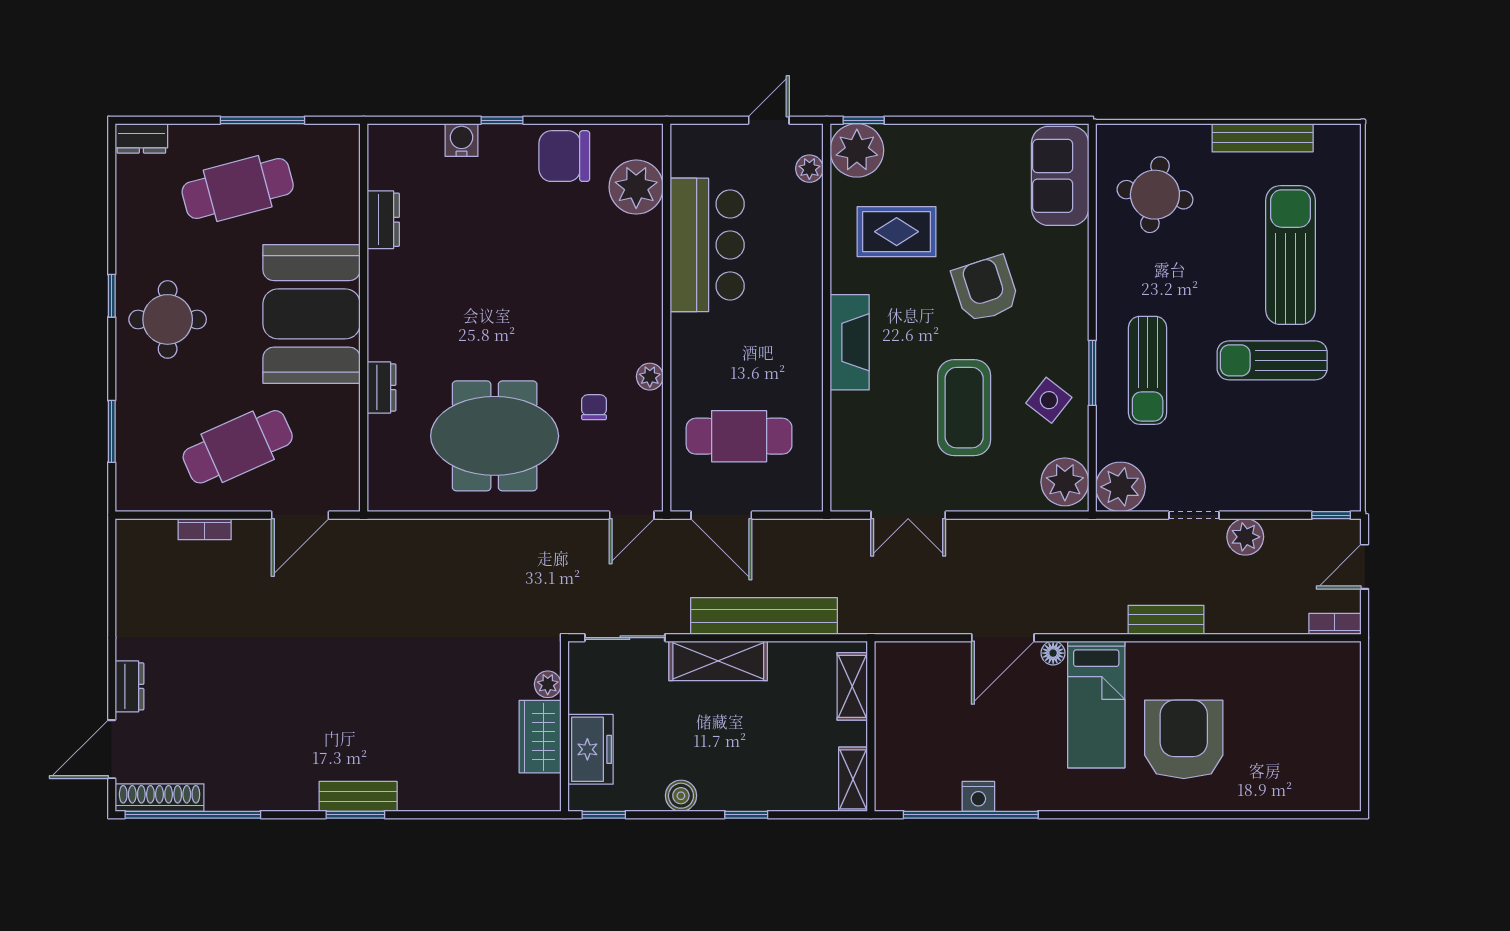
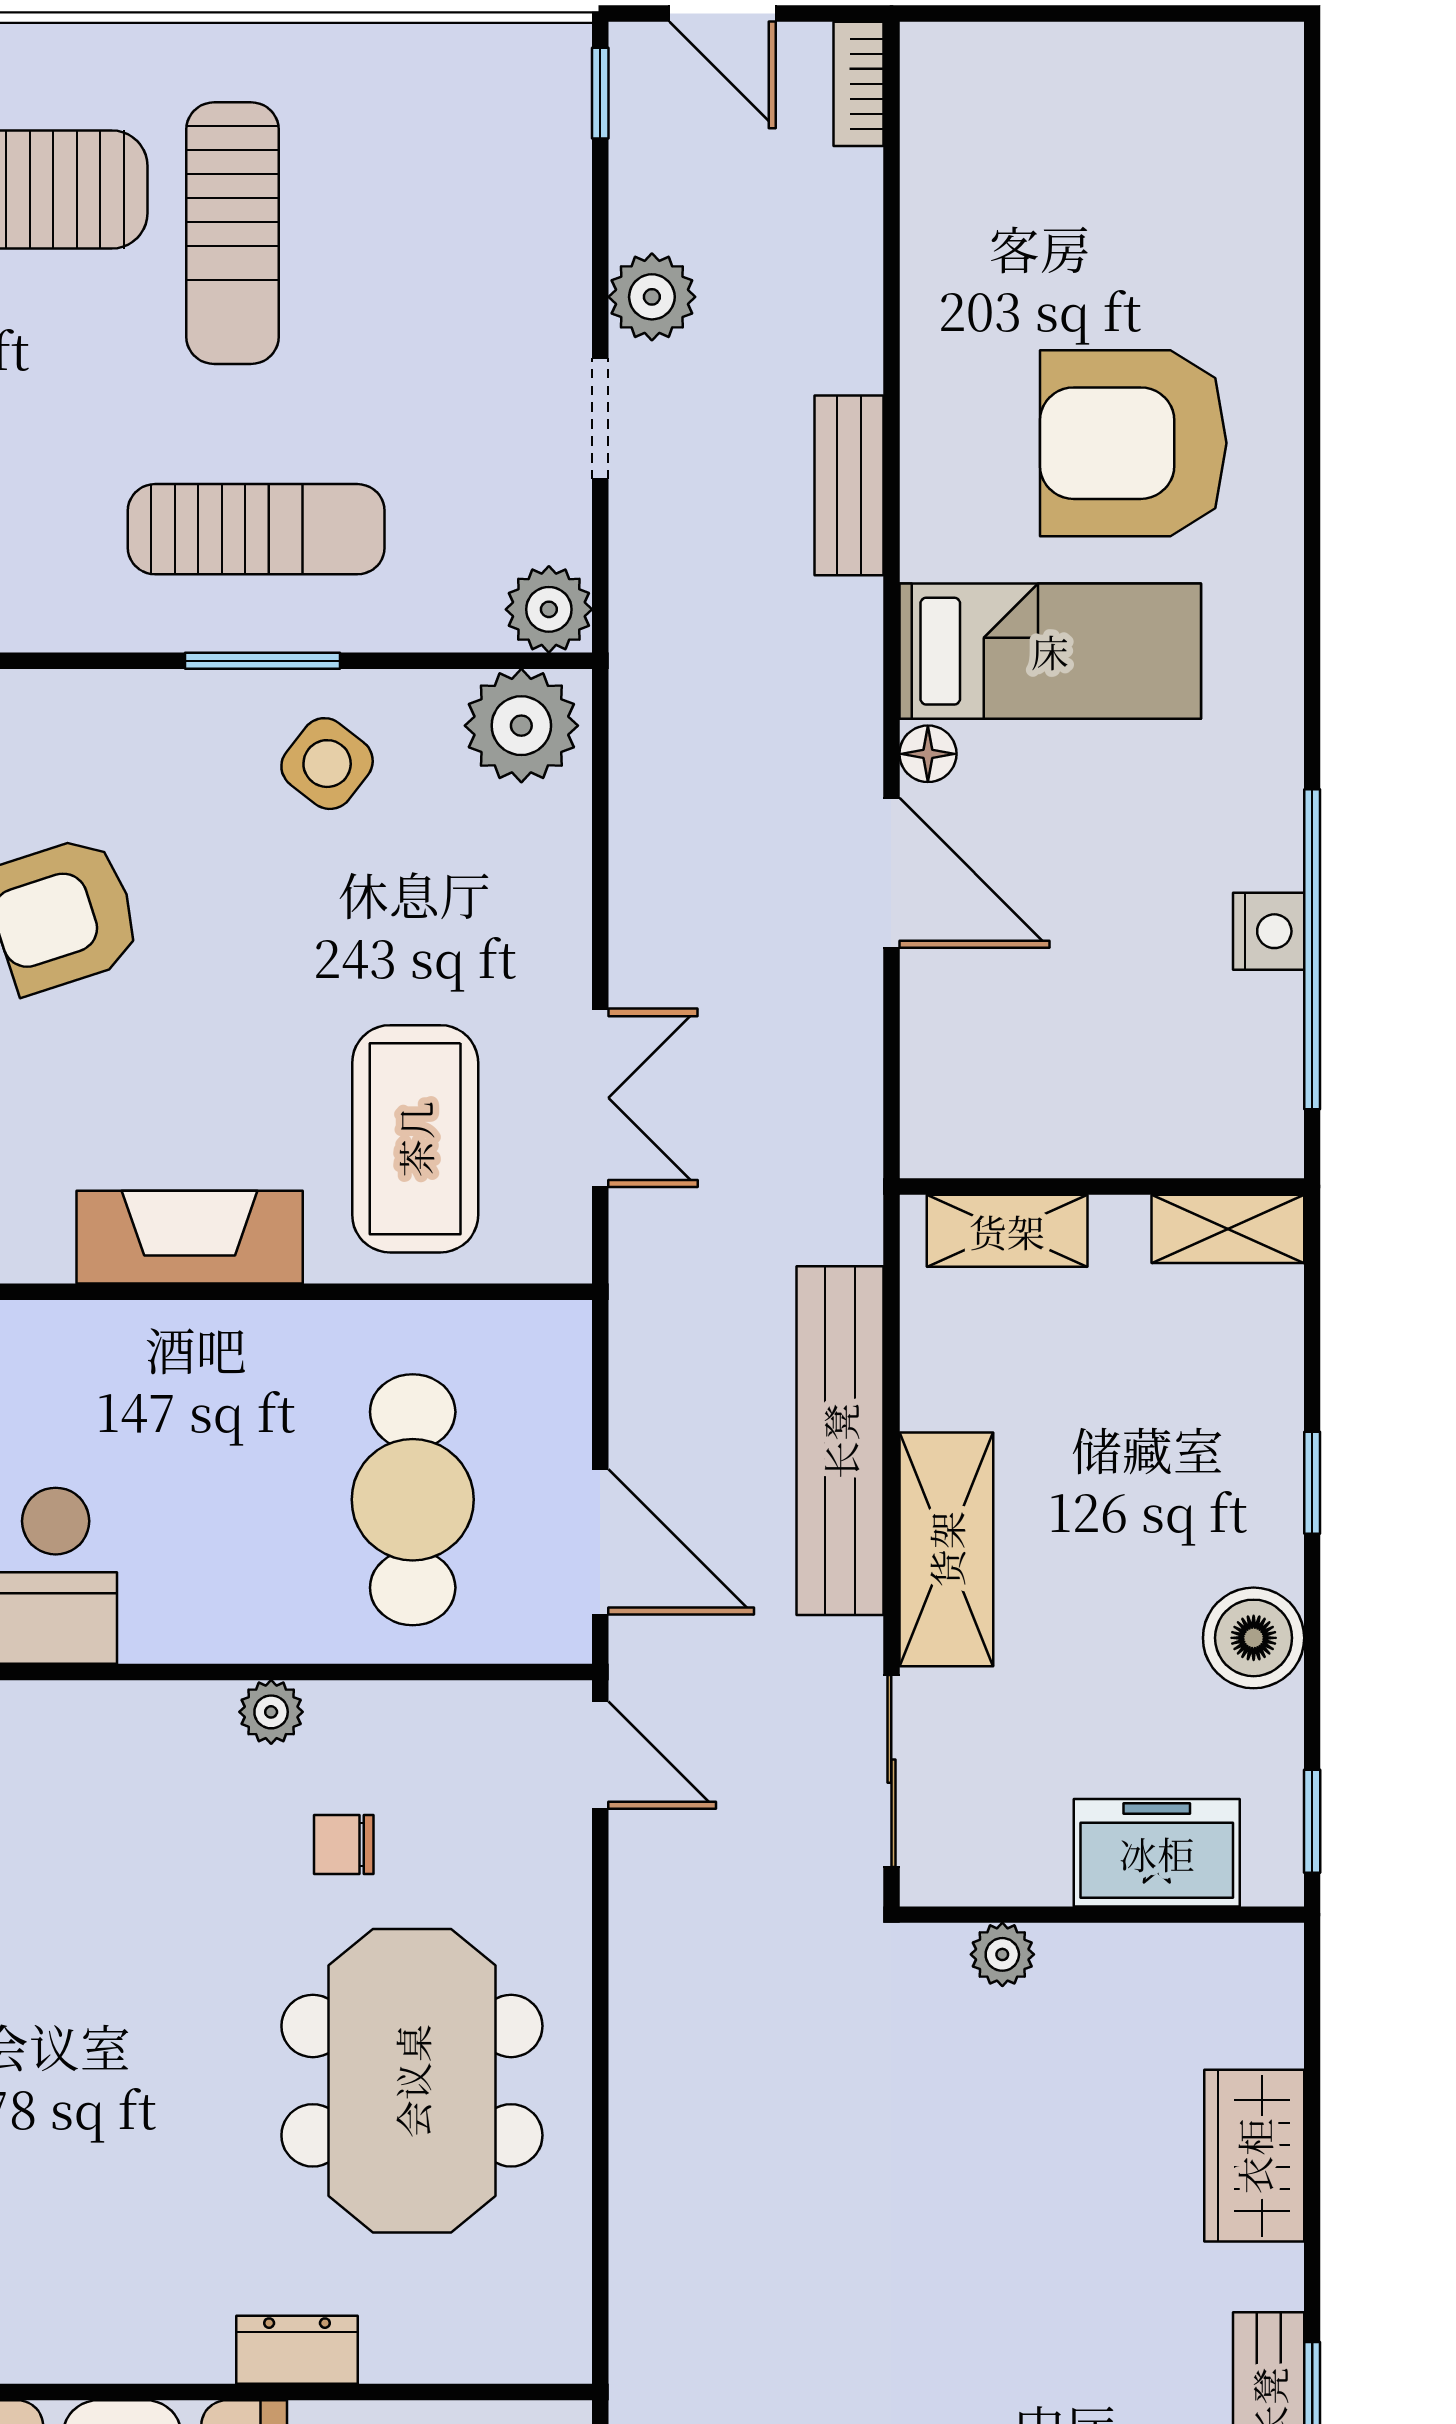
coffee table: (964, 408) -> (415, 1139), moved, turned 90
plant: (1120, 487) -> (549, 609), width x0.73, depth x0.73
door: (721, 515) -> (600, 1542), hinge flipped
wardrobe: (540, 737) -> (1254, 2156), moved, turned 90
boiler: (681, 796) -> (1254, 1638), width x1.36, depth x1.36

